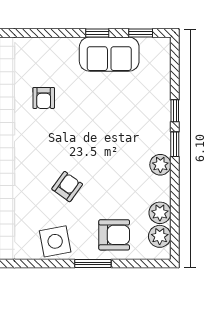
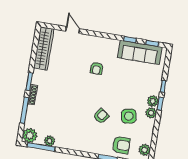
sofa: (109, 54) -> (140, 52), width x1.36
plant: (160, 213) -> (153, 101), moved
side table: (55, 241) -> (129, 116), moved

